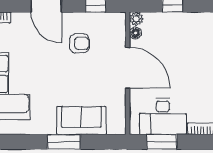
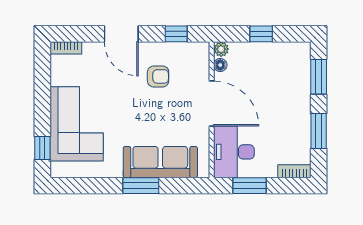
desk: (163, 116) -> (234, 152), moved, turned 90
sofa: (81, 121) -> (160, 162), width x1.36

